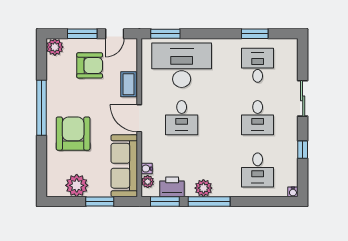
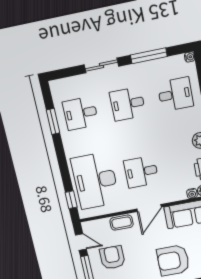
window: (165, 34) -> (71, 200), width x0.67
desk: (182, 118) -> (141, 172), turned 180
desk: (258, 118) -> (128, 104), turned 180
window: (303, 150) -> (149, 56), width x2.17

